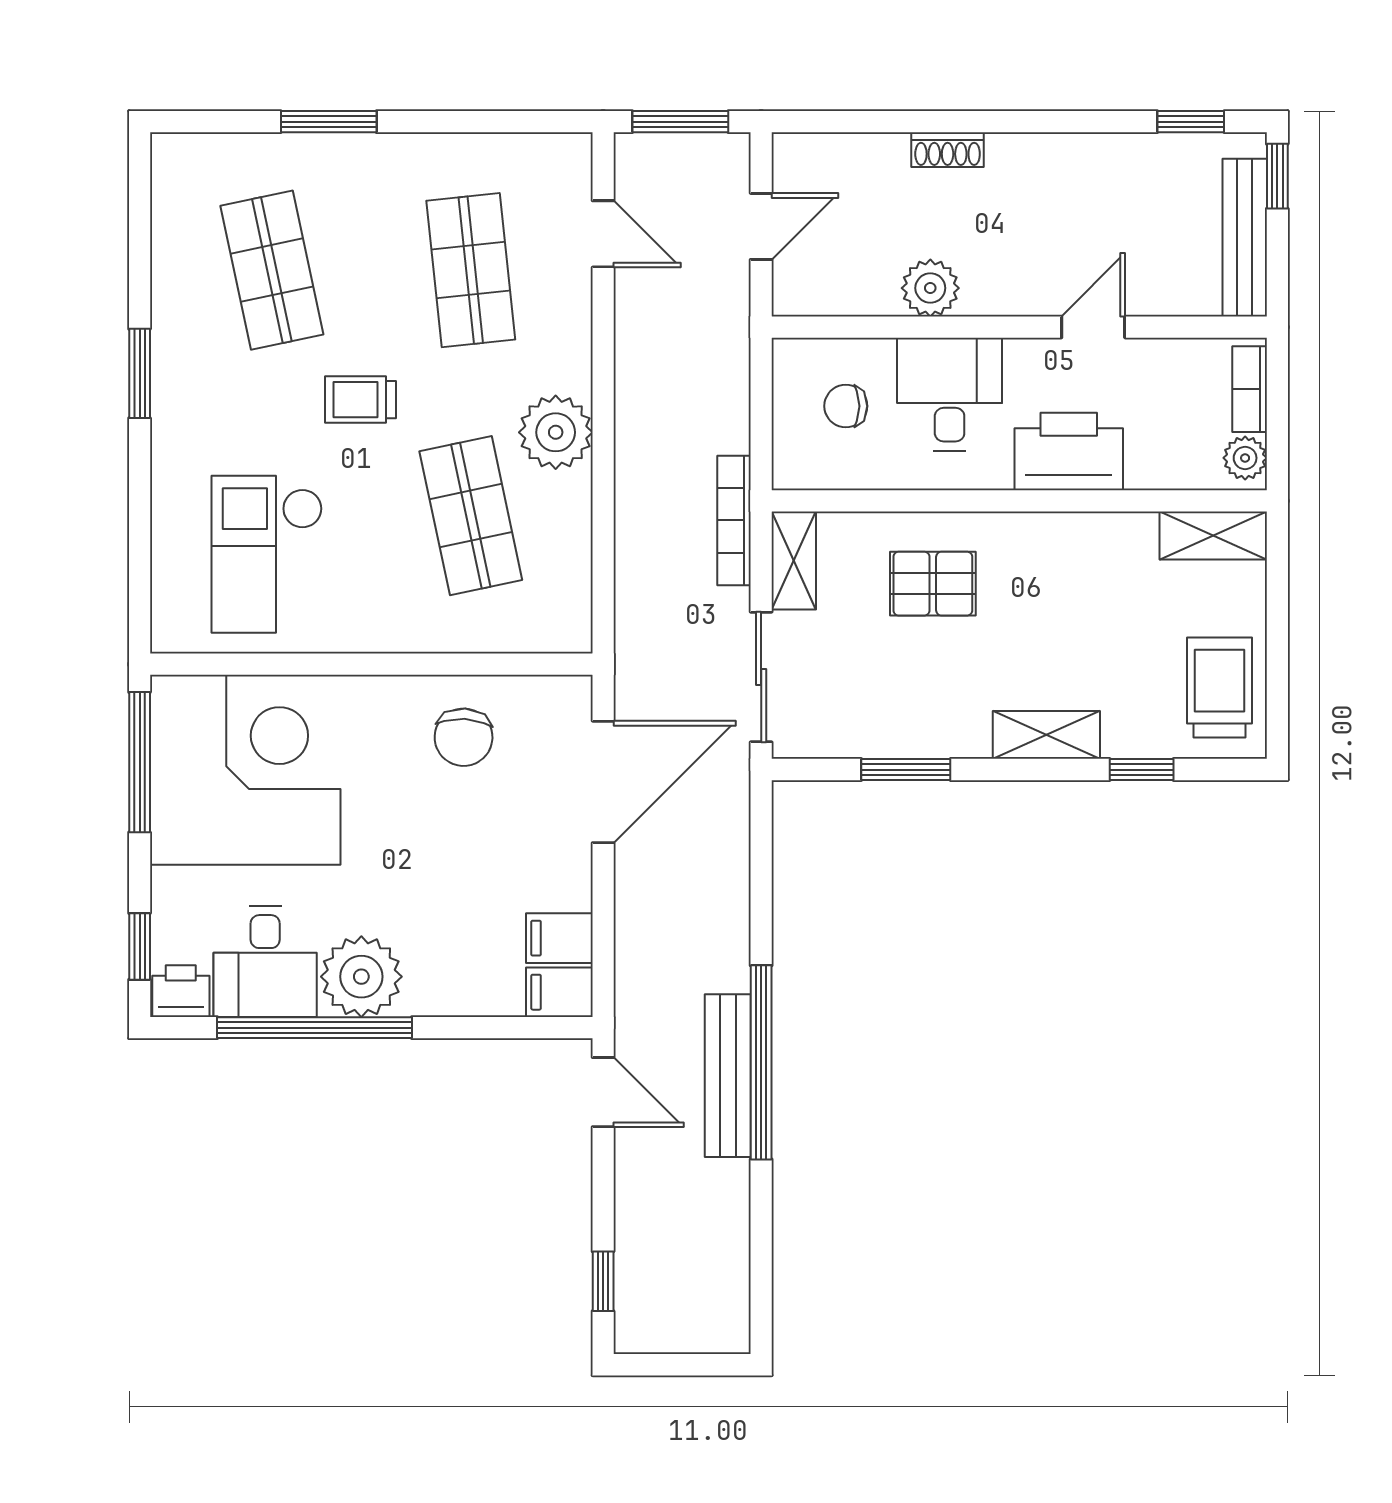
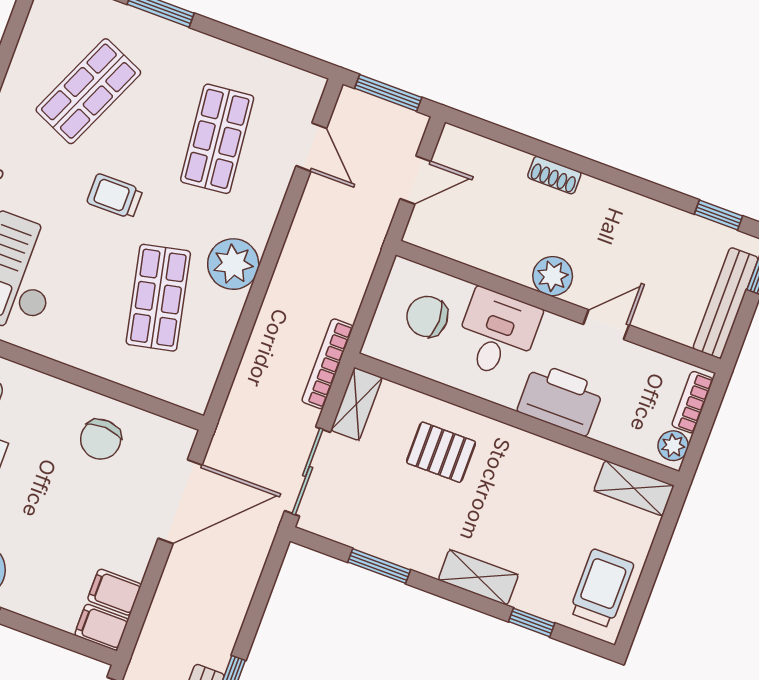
shop shelf: (272, 270) -> (88, 91), turned 36
plant: (930, 288) -> (553, 276), moved
chair: (846, 406) -> (427, 317), width x1.37, depth x1.37

